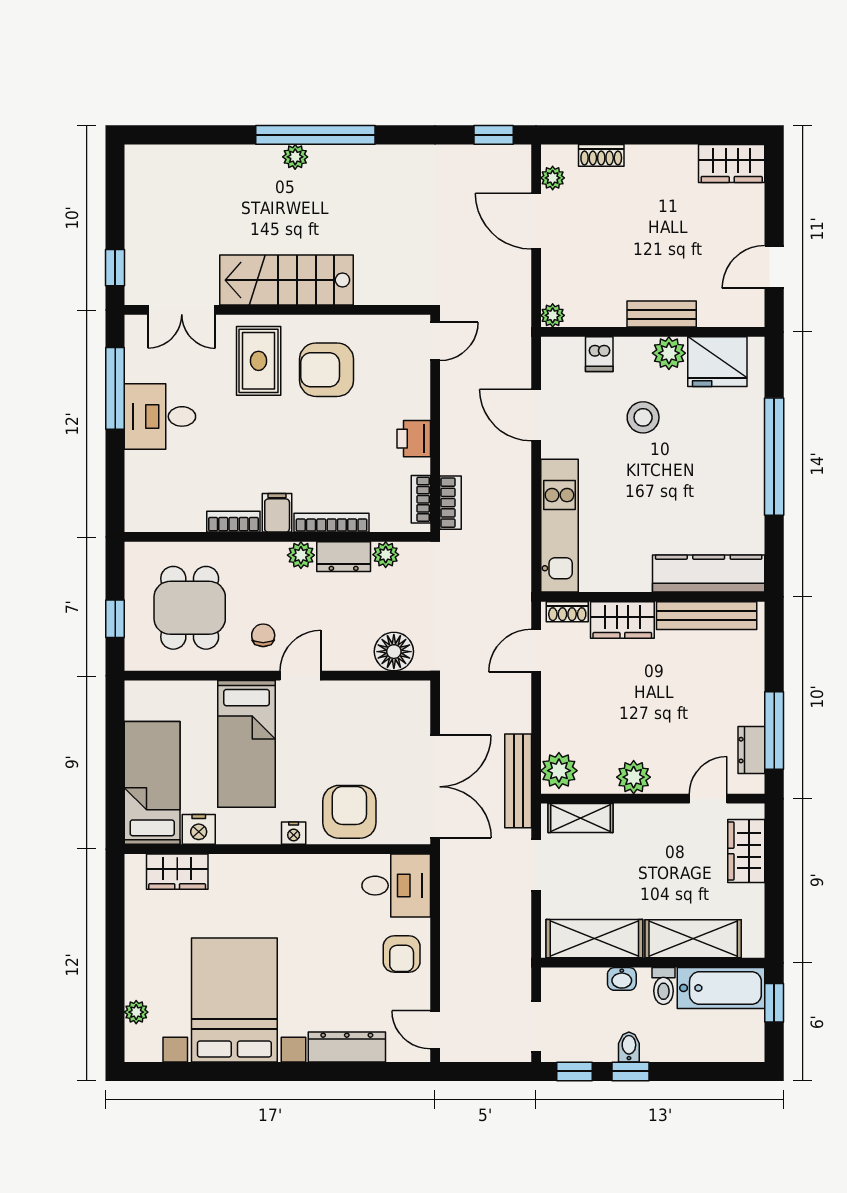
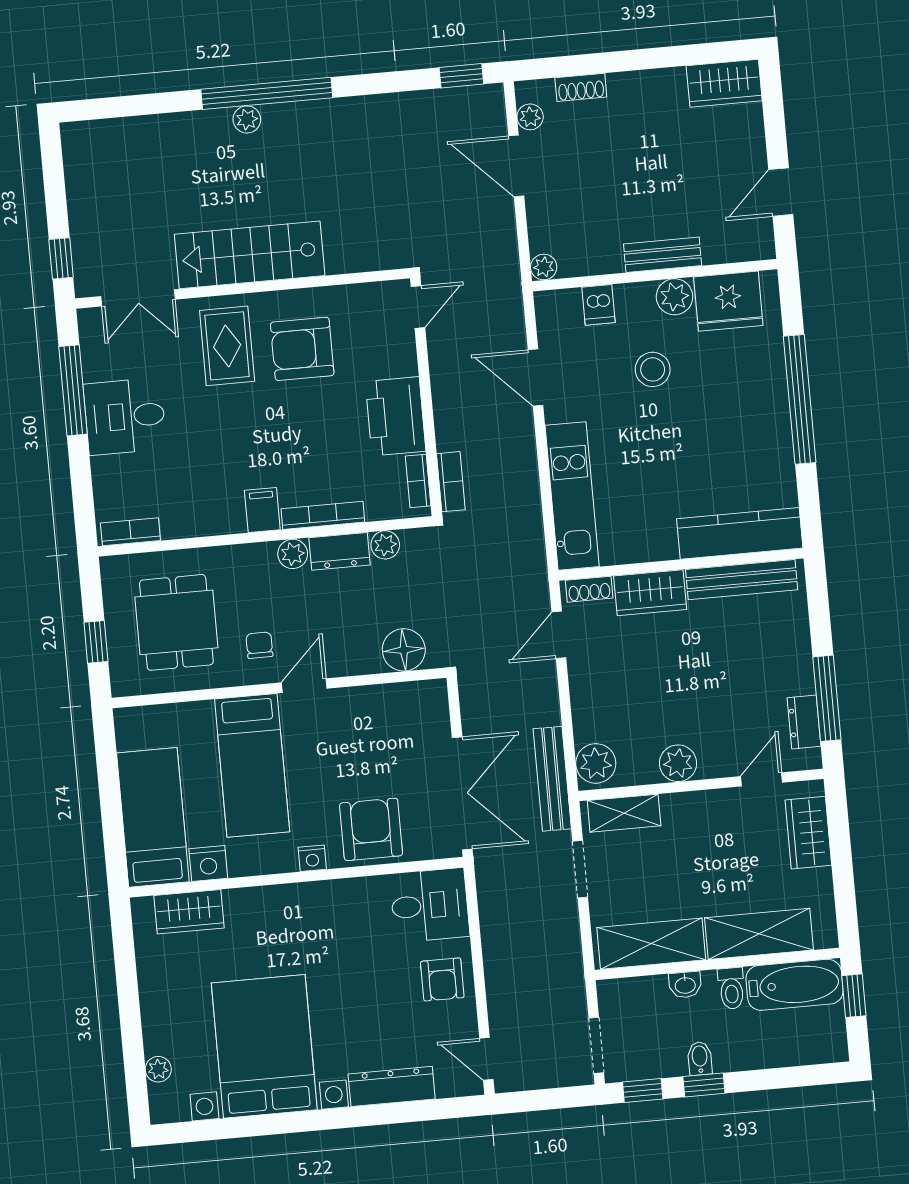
printer: (414, 439) -> (396, 416), width x1.87, depth x1.48
bookcase: (233, 522) -> (130, 532), moved

